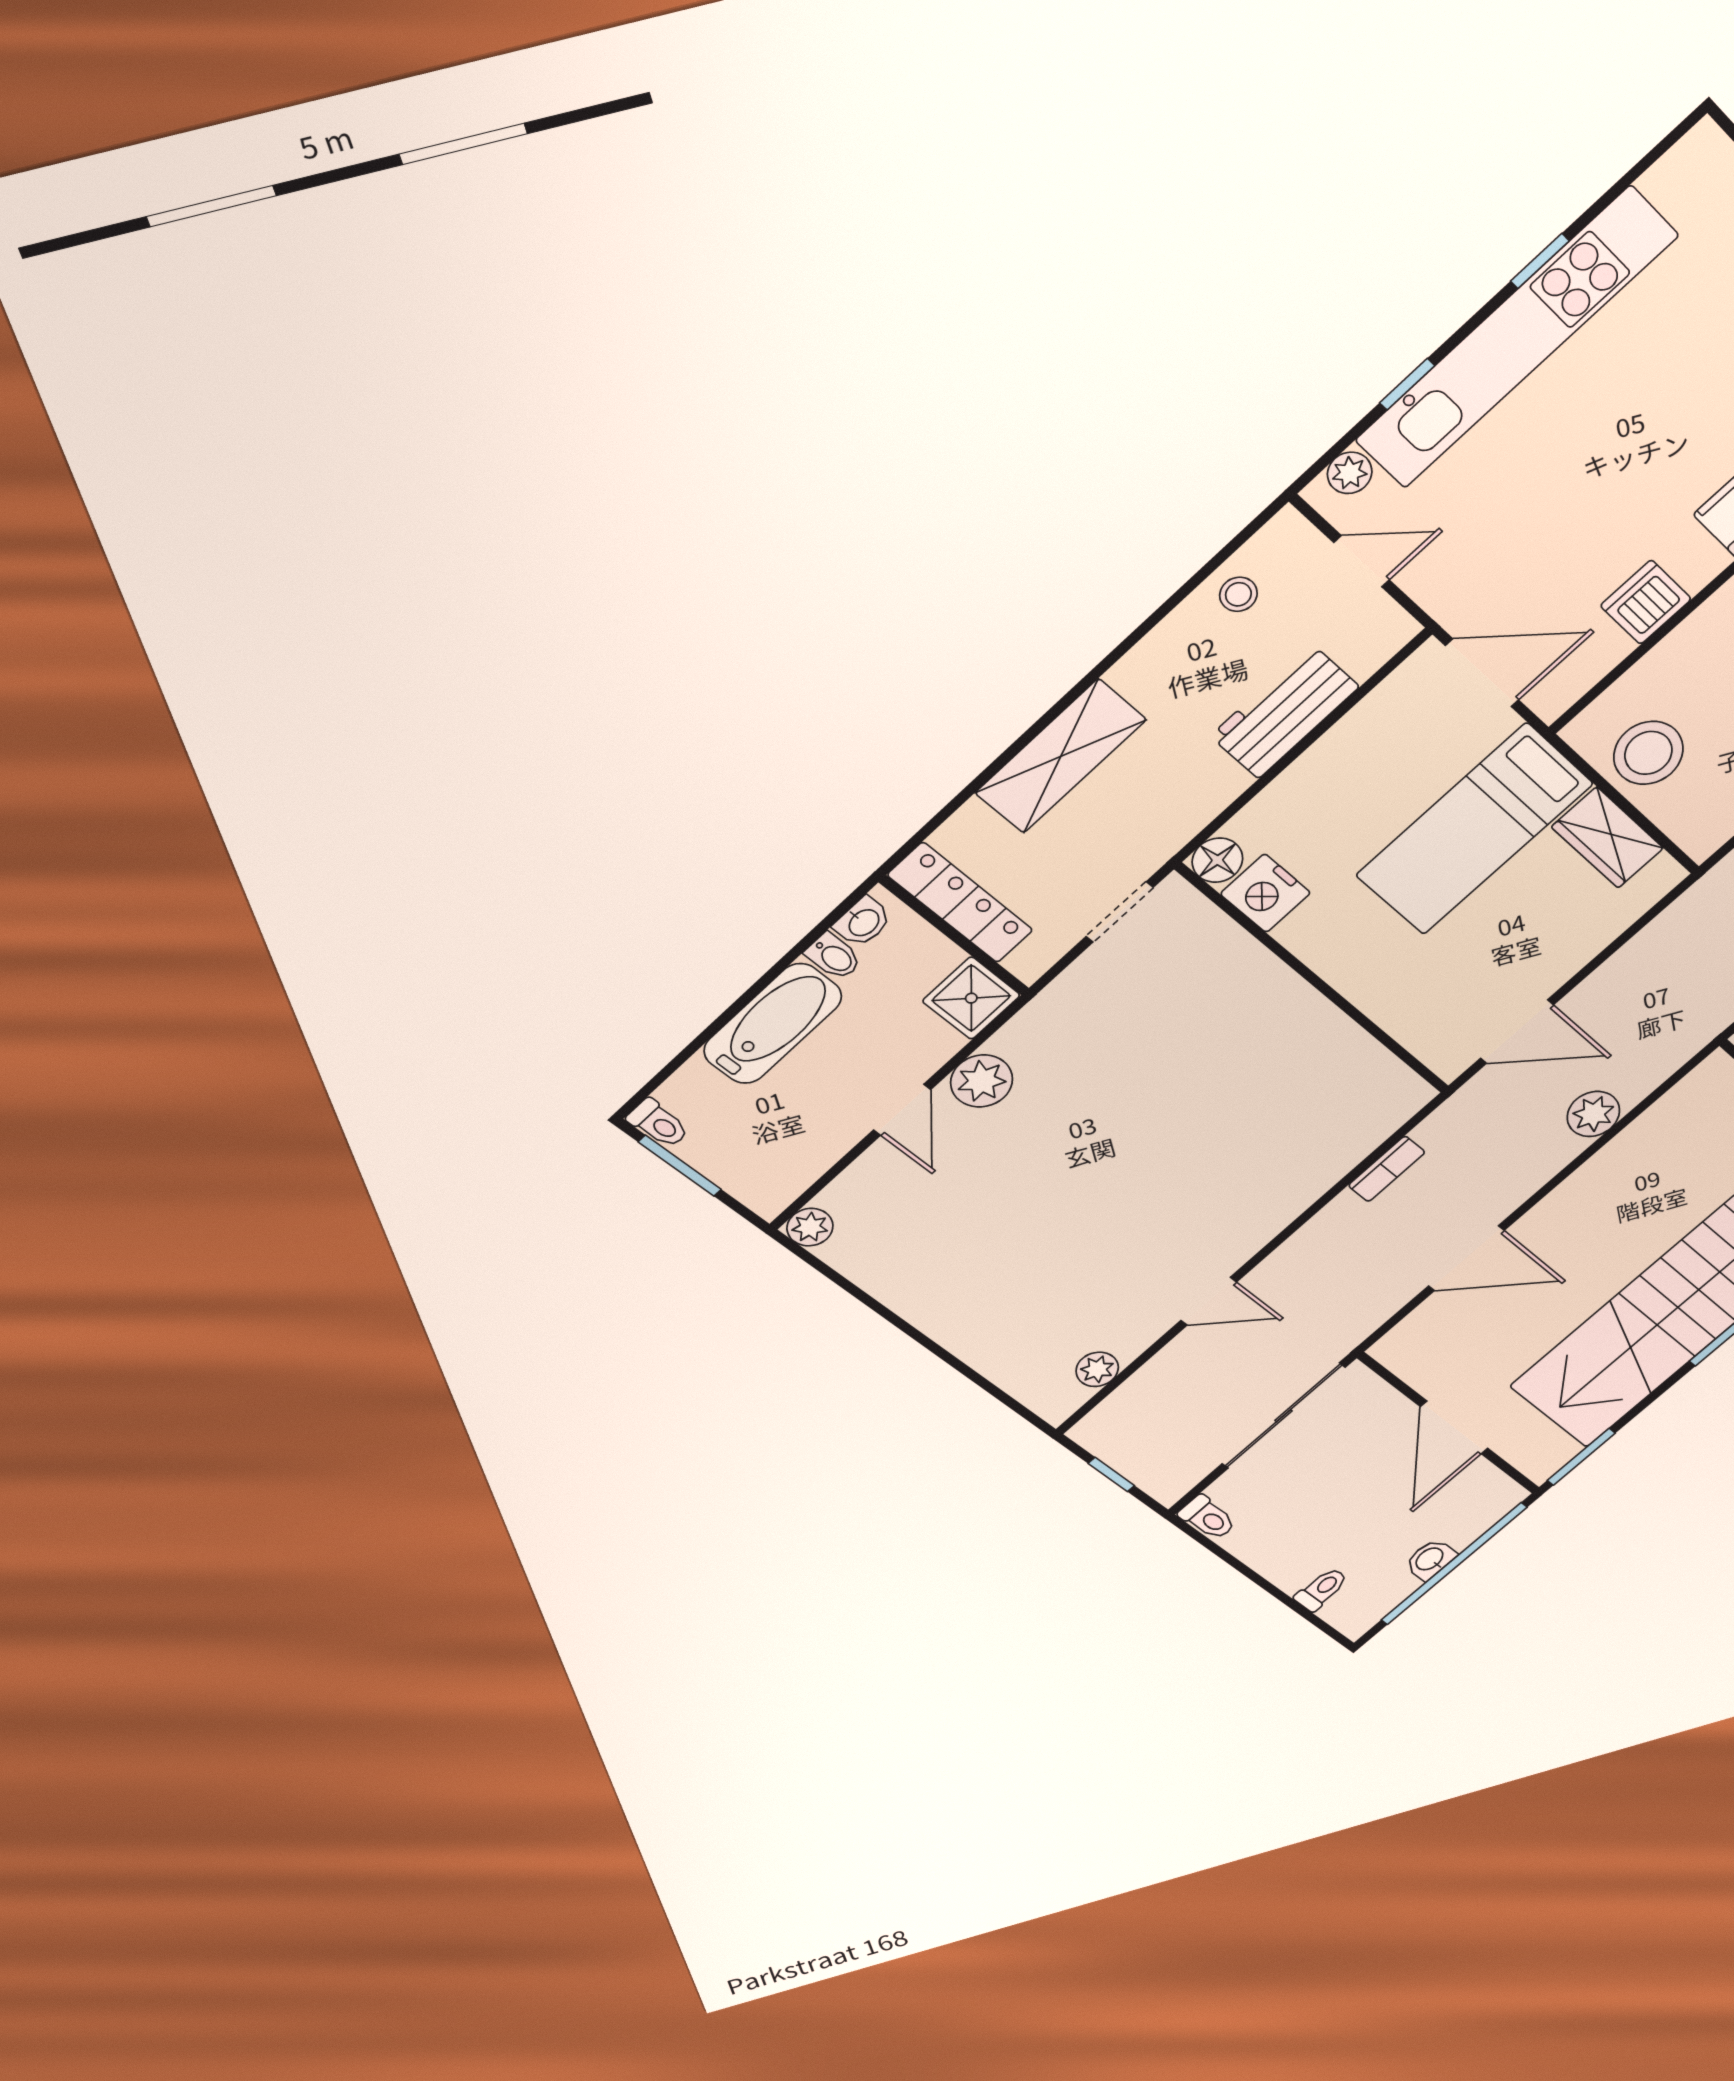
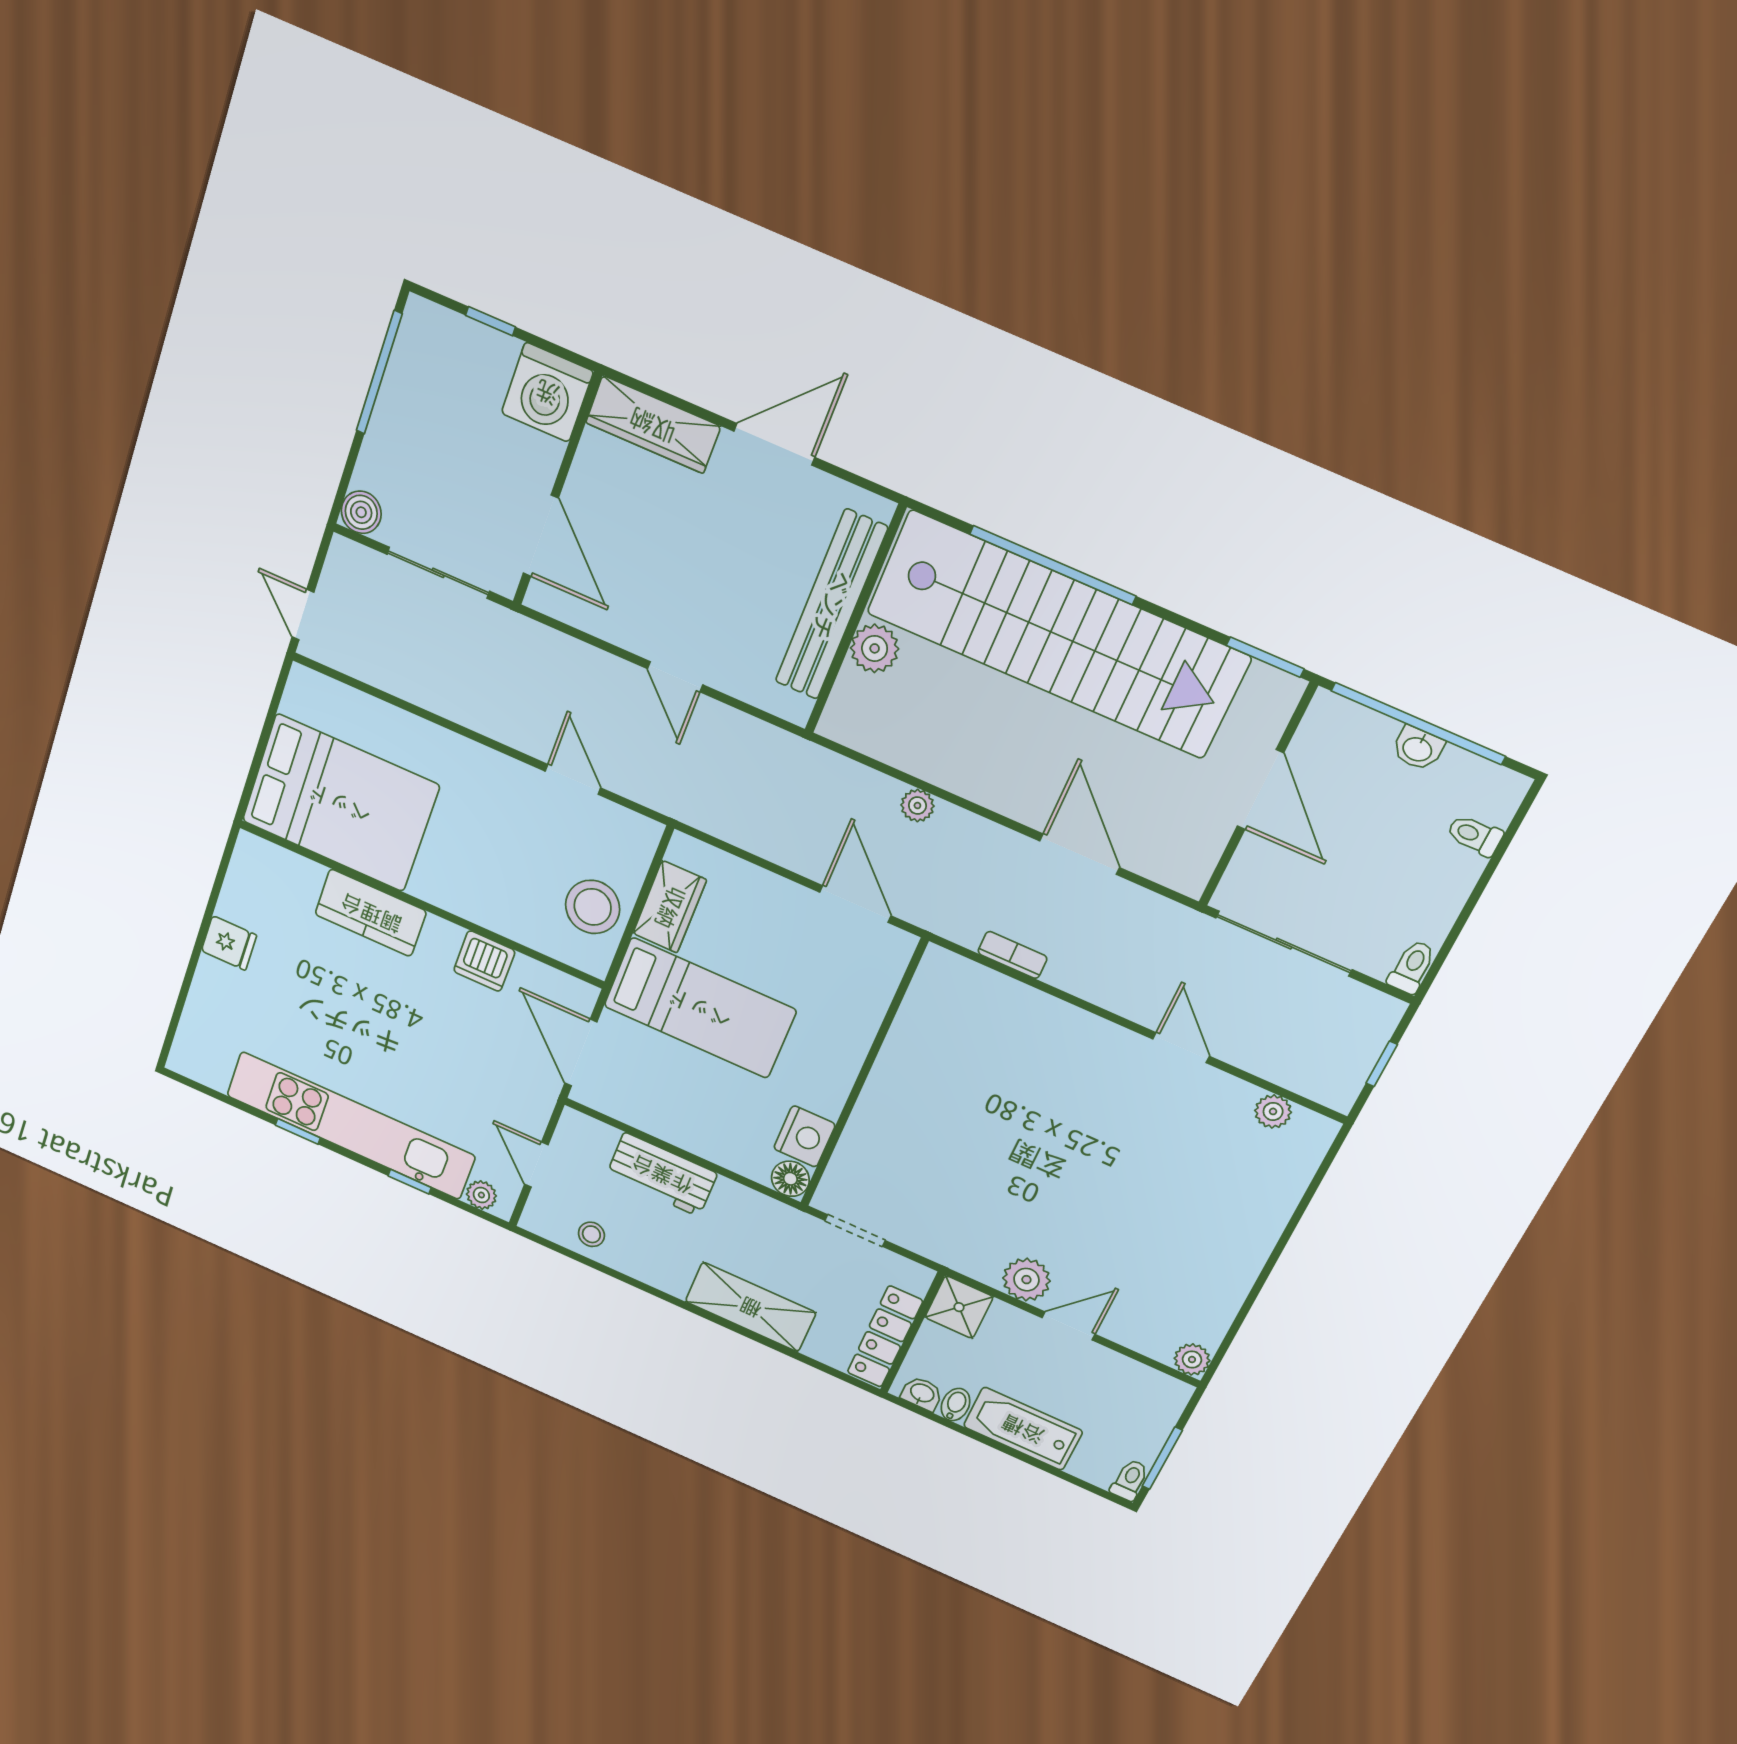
plant: (1593, 1114) -> (917, 806), width x0.73, depth x0.73
door: (1454, 1428) -> (1260, 790), hinge flipped

